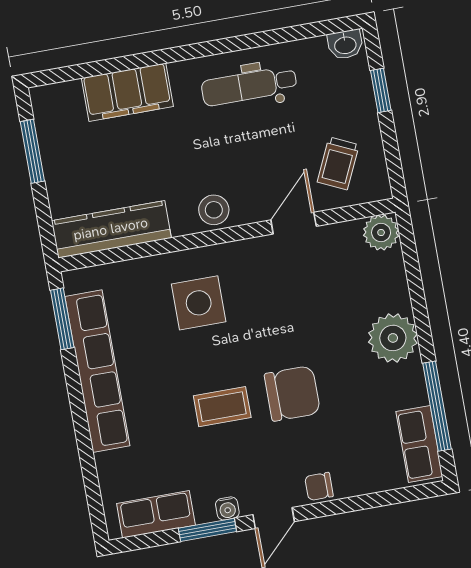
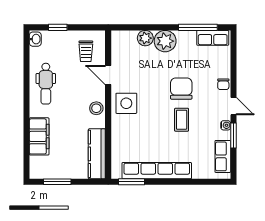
trolley: (338, 163) -> (86, 51), turned 65
plant: (381, 233) -> (145, 38), moved
side table: (199, 303) -> (126, 103), moved

